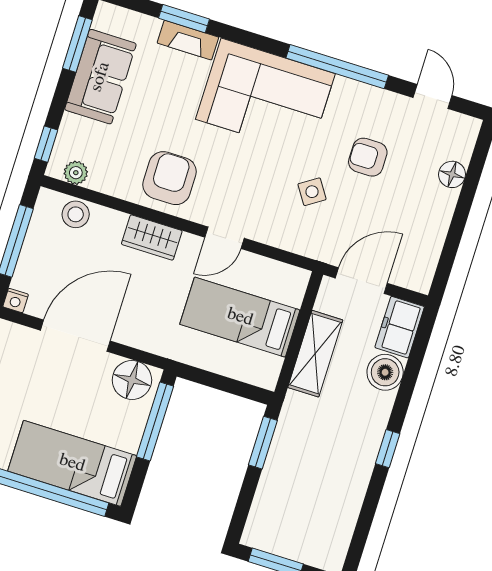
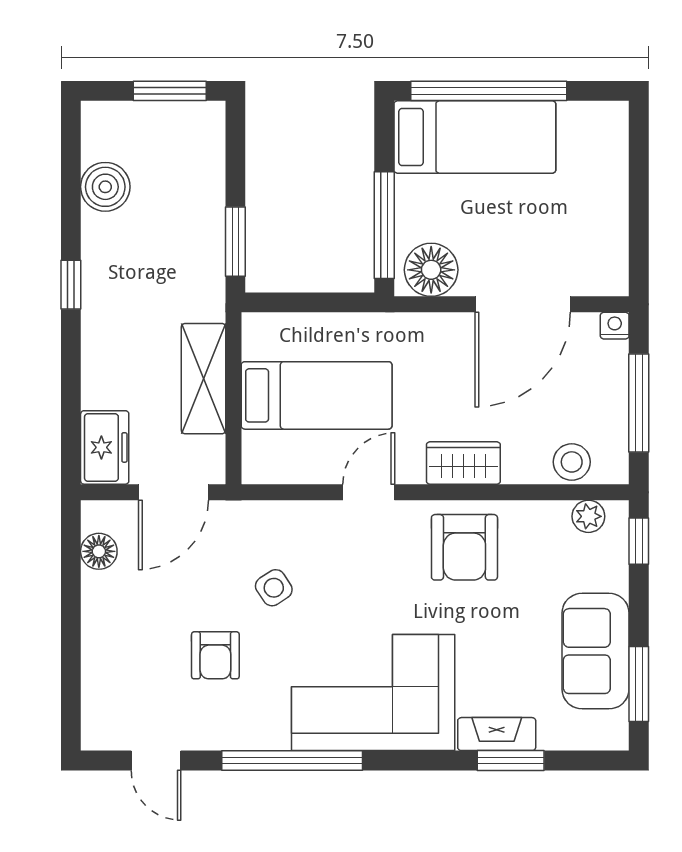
armchair: (368, 157) -> (215, 655), turned 90
floor lamp: (452, 174) -> (99, 551), moved
boiler: (385, 372) -> (105, 187), moved

